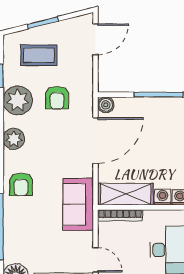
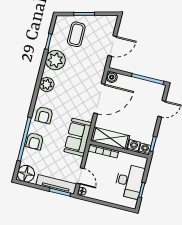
door: (95, 39) -> (112, 46), moved
coffee table: (39, 55) -> (76, 34), turned 90
armchair: (57, 98) -> (35, 141), moved

